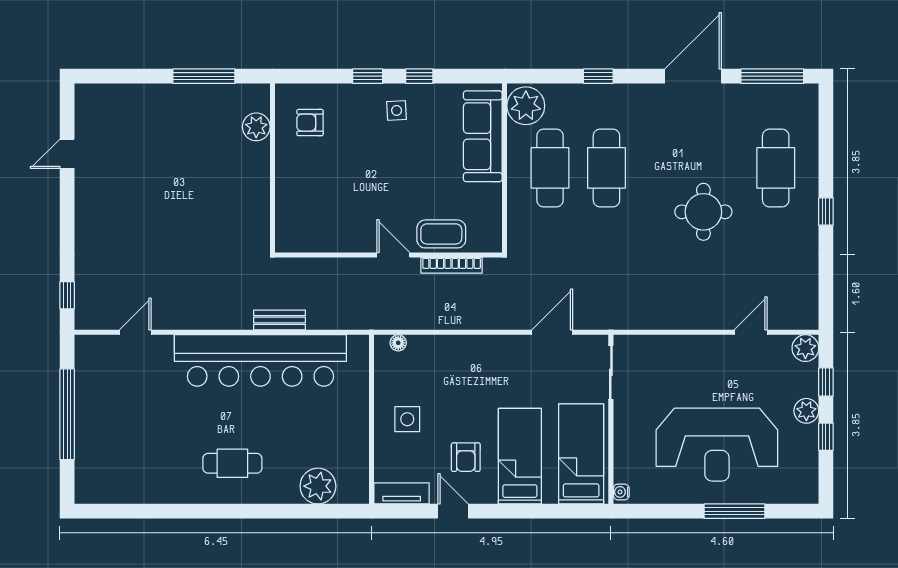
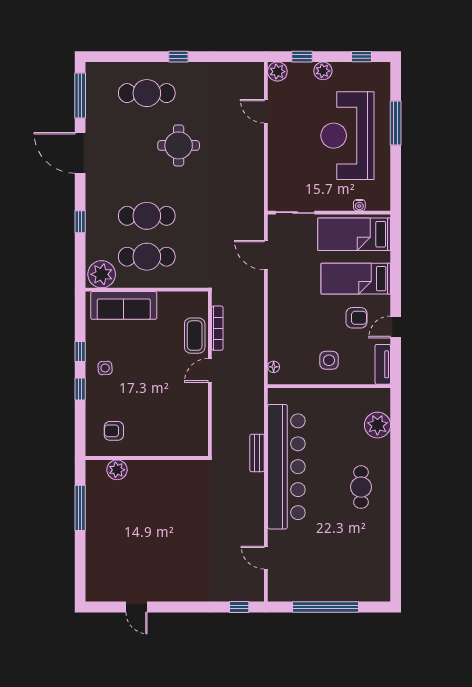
armchair: (310, 123) -> (114, 431), turned 90
window: (826, 437) -> (361, 57), moved
reception desk: (717, 445) -> (347, 136), turned 180
water cooler: (621, 492) -> (359, 205), moved

